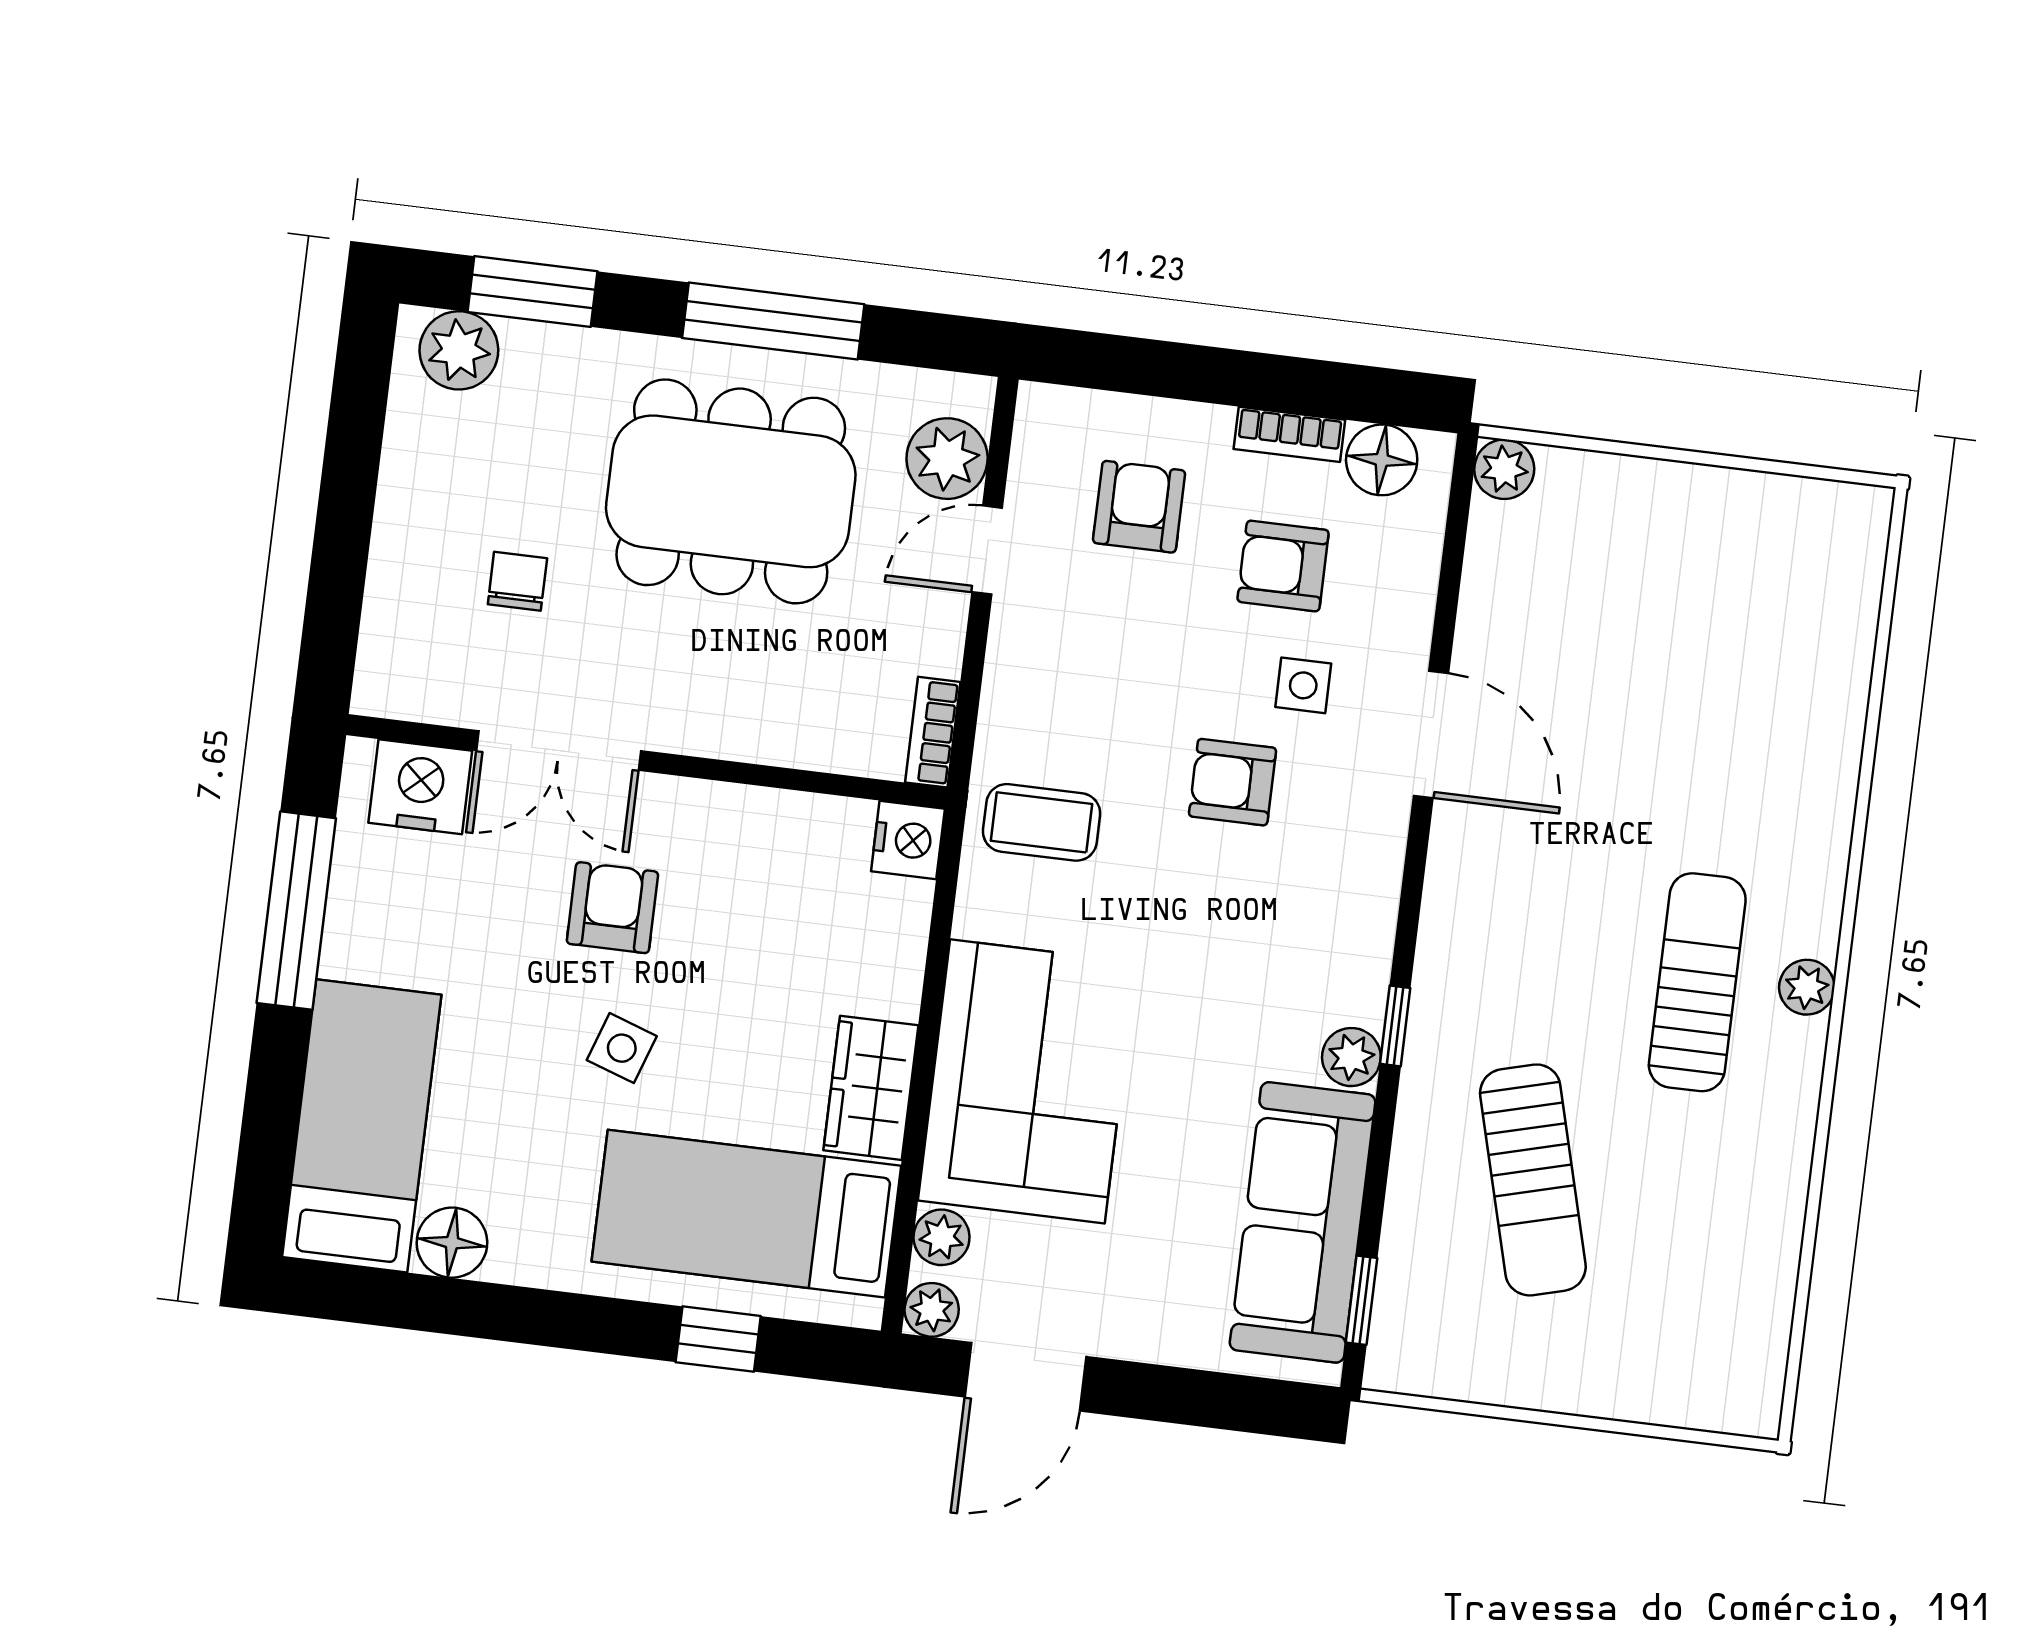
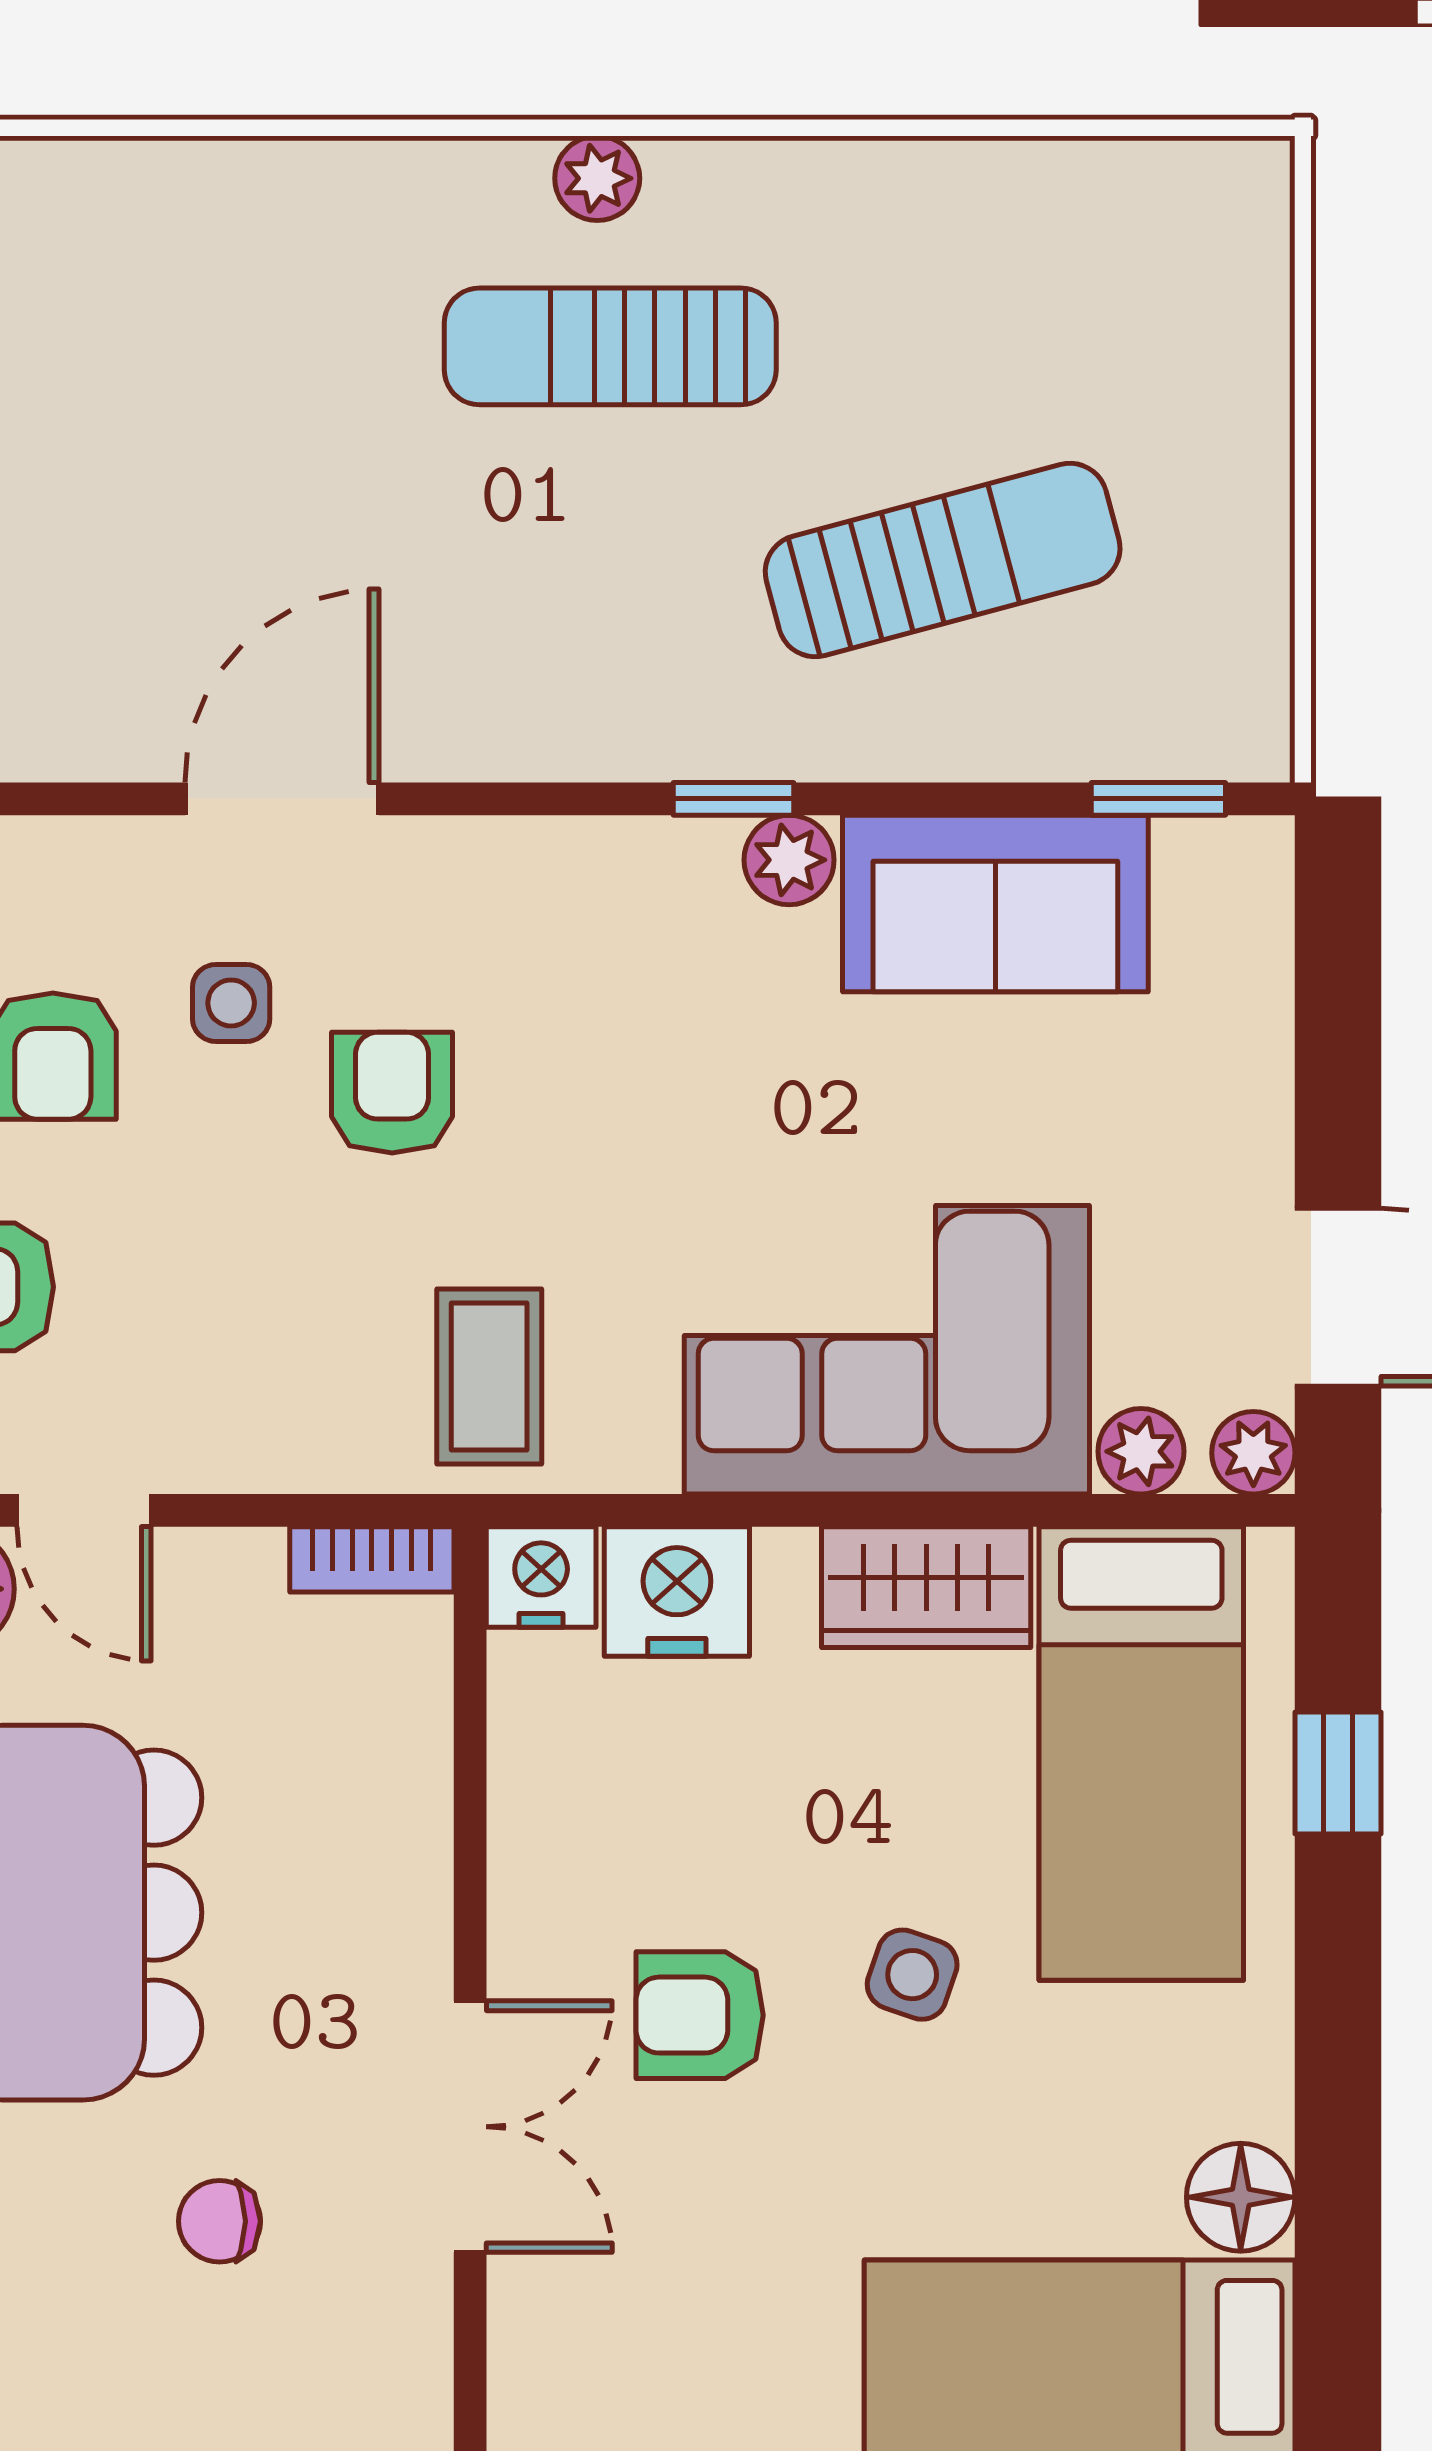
armchair: (1233, 782) -> (392, 1093), turned 180
nightstand: (420, 787) -> (677, 1592), moved, turned 90
sofa: (1303, 1222) -> (995, 903), width x0.73

